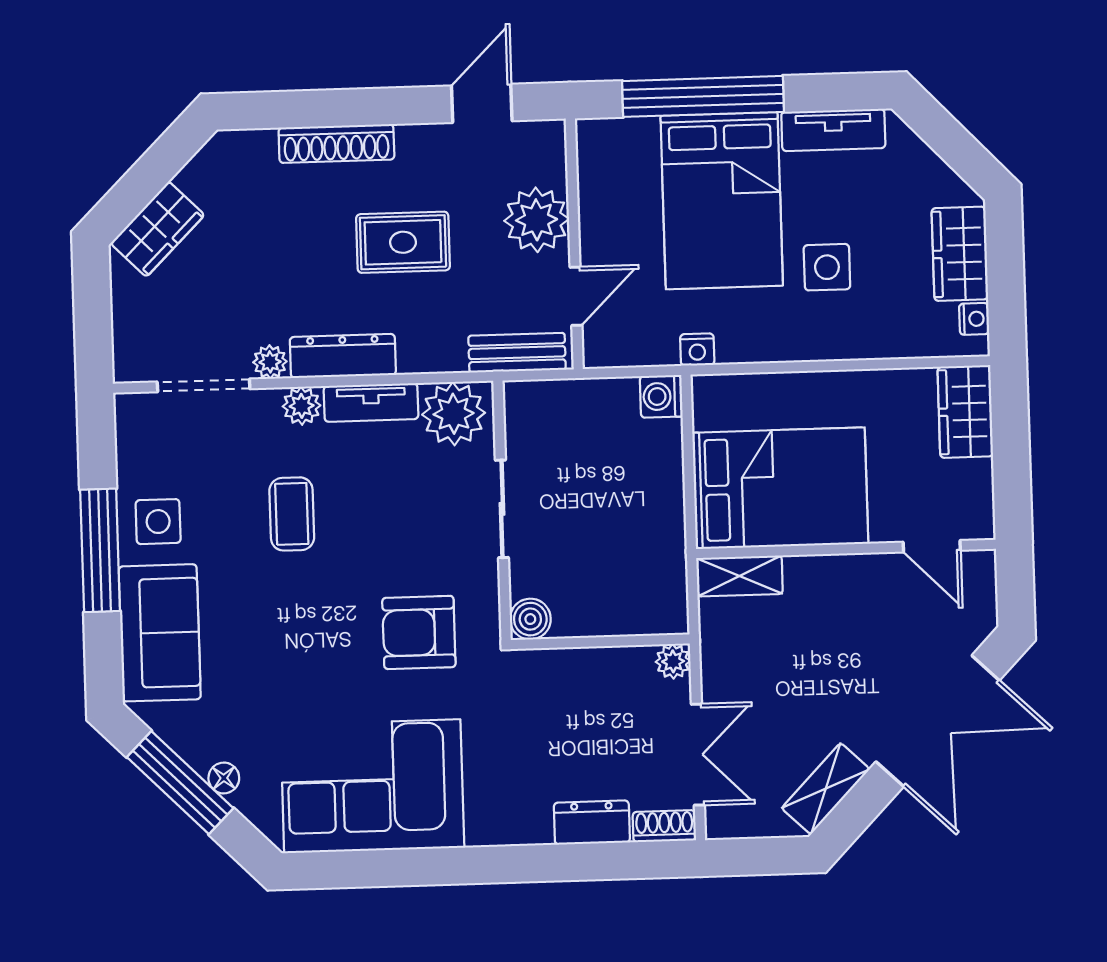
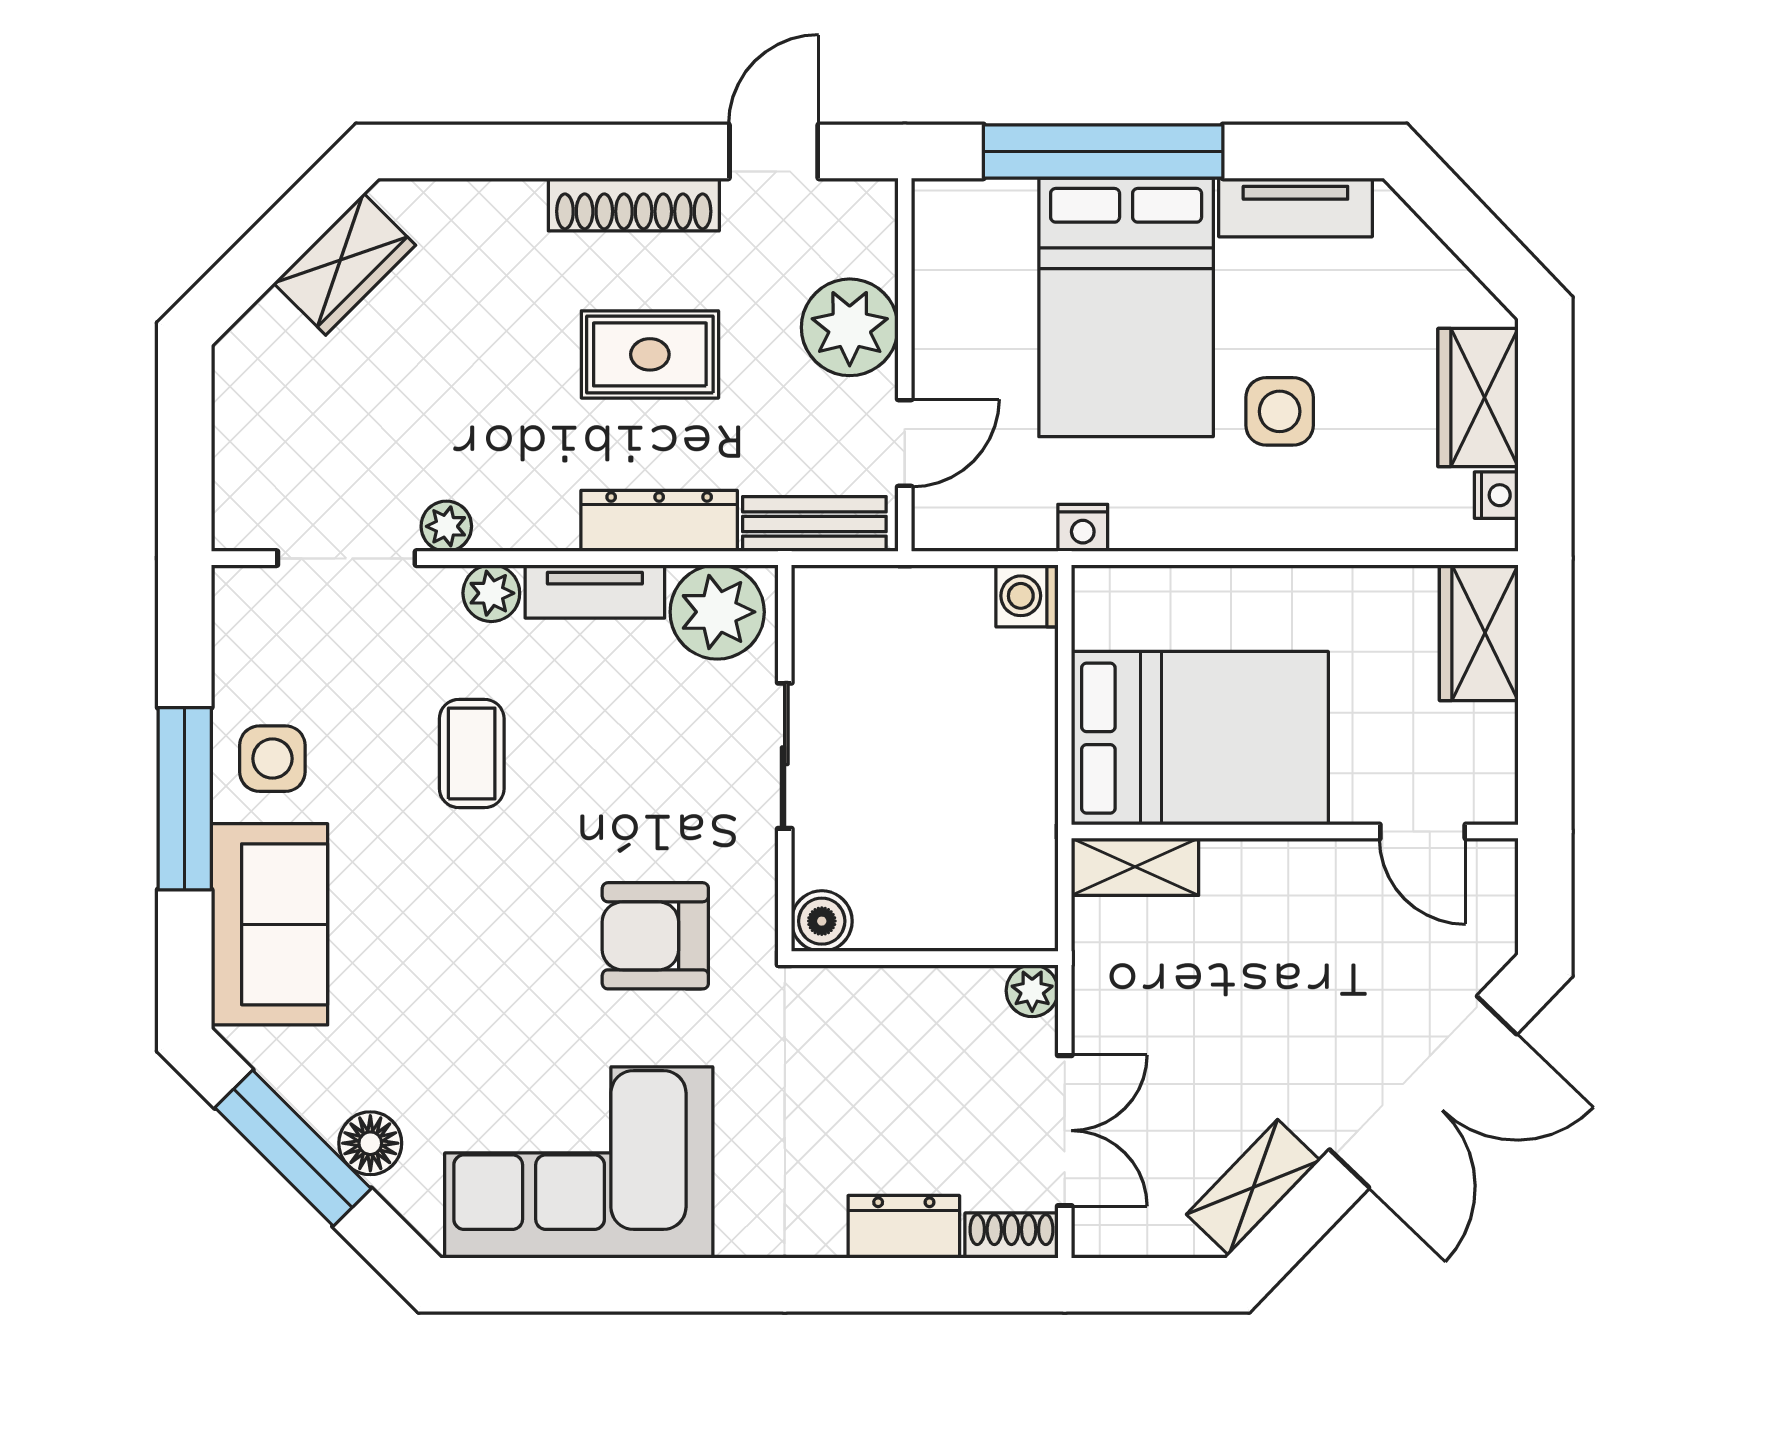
shoe rack: (336, 144) -> (634, 205), moved
wardrobe: (158, 229) -> (345, 264), moved
dresser: (343, 356) -> (659, 521), moved
floor lamp: (224, 778) -> (370, 1143), width x1.37, depth x1.37

